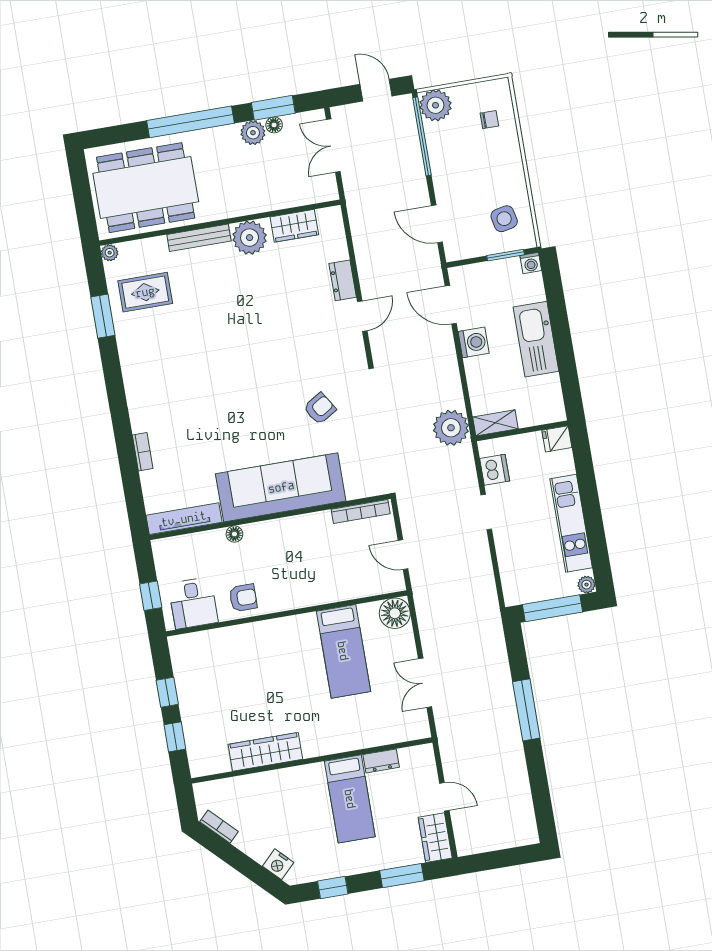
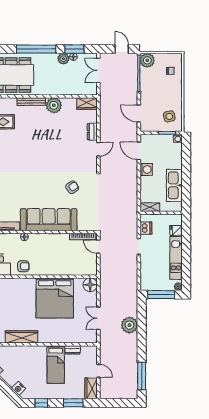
wardrobe: (294, 226) -> (87, 103), moved
kitchen sink: (536, 339) -> (174, 185), moved
plant: (451, 428) -> (129, 325), moved
fridge: (557, 439) -> (176, 230), moved
door: (403, 555) -> (98, 247), moved
bed: (343, 651) -> (55, 298), width x2.04
window: (526, 710) -> (142, 376), moved

